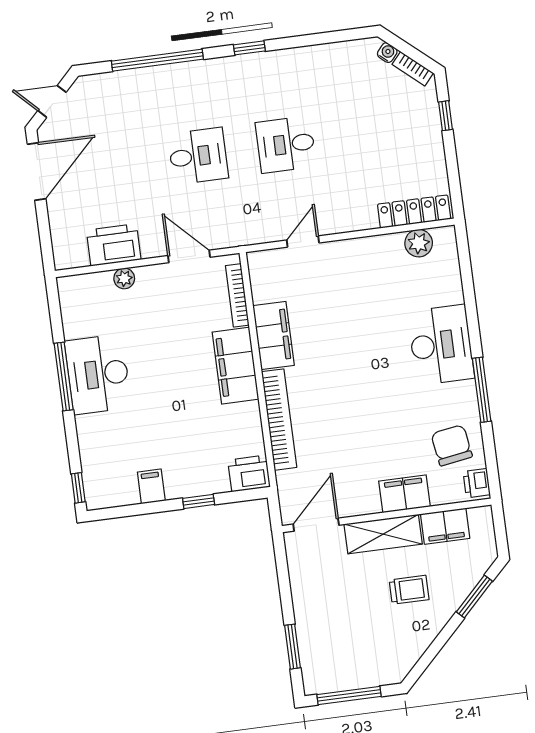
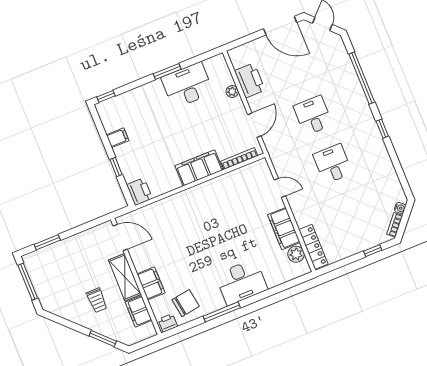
desk: (198, 156) -> (313, 115), turned 180
filing cabinet: (274, 336) -> (284, 229), moved, turned 90
desk: (98, 374) -> (187, 85), moved
window: (64, 377) -> (167, 71), width x0.69
bookcase: (279, 420) -> (175, 201), removed

